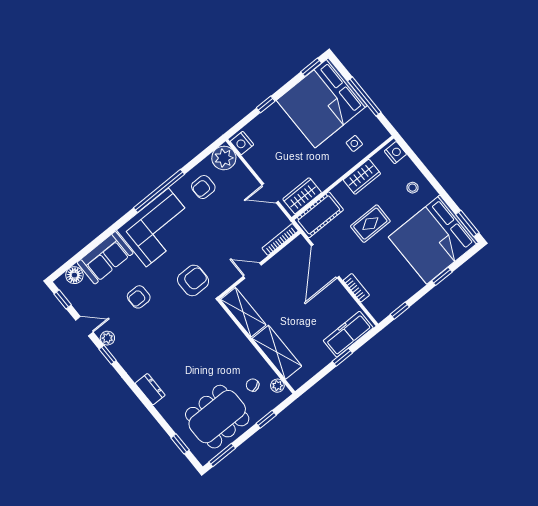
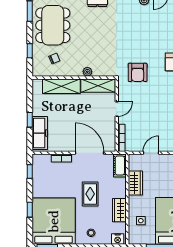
wardrobe: (302, 196) -> (135, 183), moved
cot: (319, 215) -> (120, 166), width x0.73, depth x0.75
armchair: (139, 297) -> (153, 35), removed
plant: (277, 386) -> (87, 72), moved

